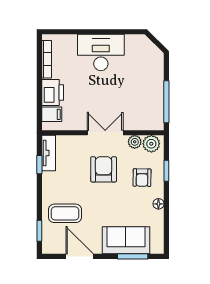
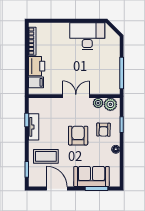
desk: (101, 53) -> (87, 36), moved
tv unit: (49, 153) -> (34, 127), moved
armchair: (104, 169) -> (78, 136), moved

